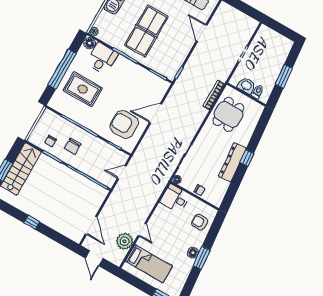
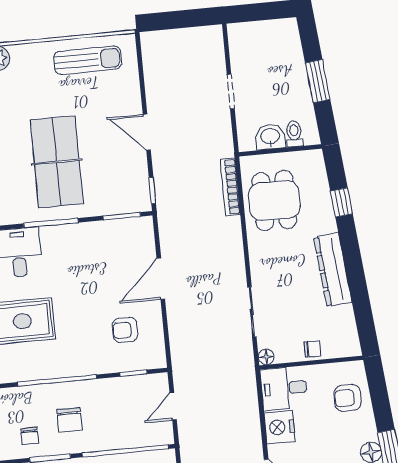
door: (202, 33) -> (147, 132), moved
armchair: (124, 124) -> (125, 330), width x0.53, depth x0.53
window: (247, 158) -> (341, 202), moved
nightstand: (161, 214) -> (279, 427), added

